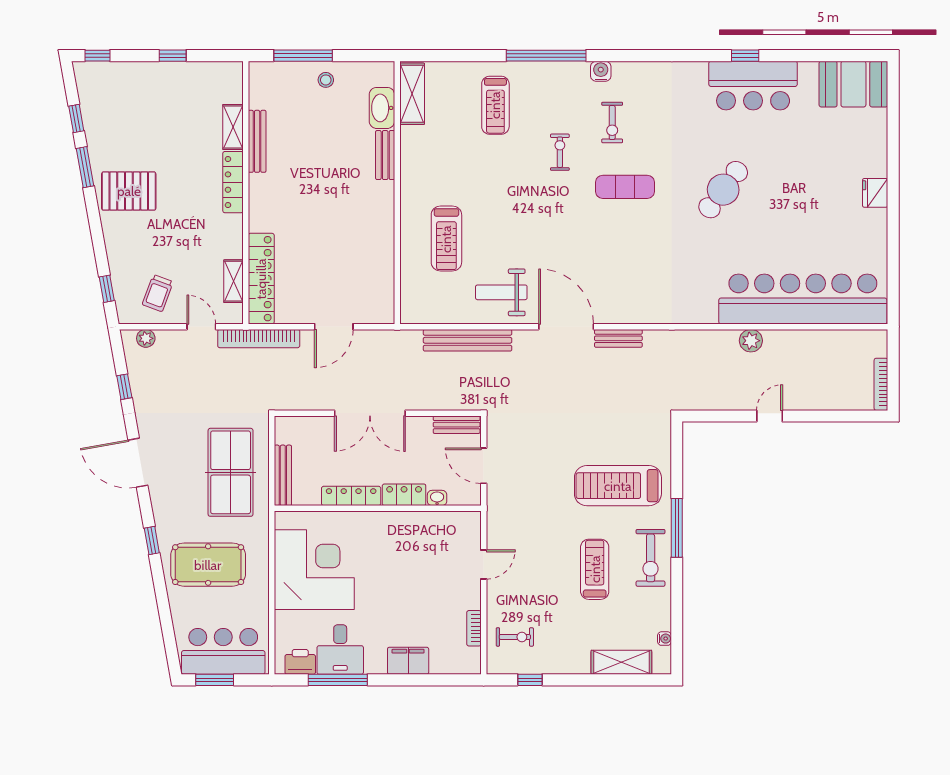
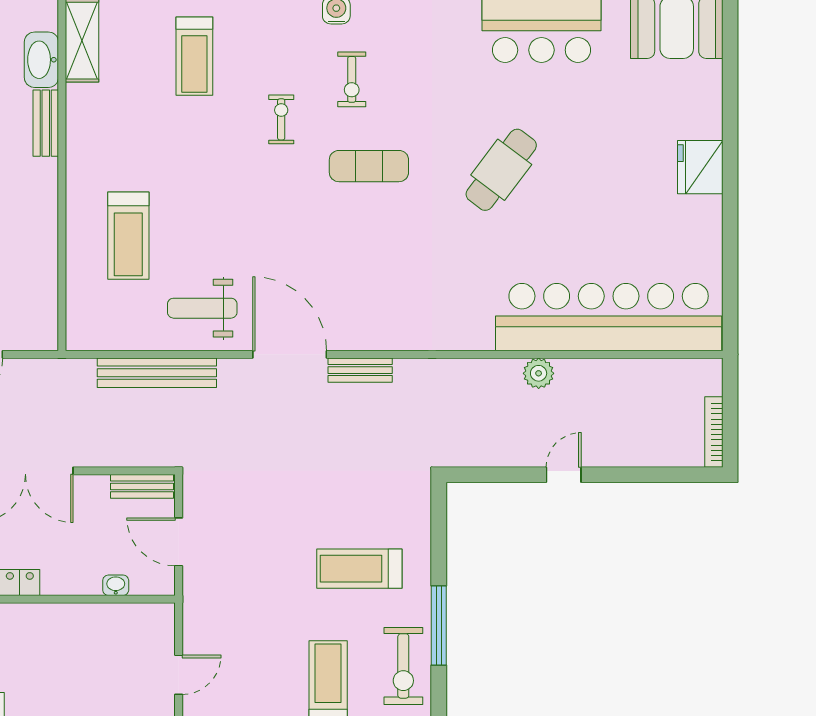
fridge: (875, 193) -> (700, 167), width x1.36, depth x1.34
treadmill: (618, 486) -> (359, 569), width x0.73, depth x0.73
locker: (404, 495) -> (71, 581), removed

